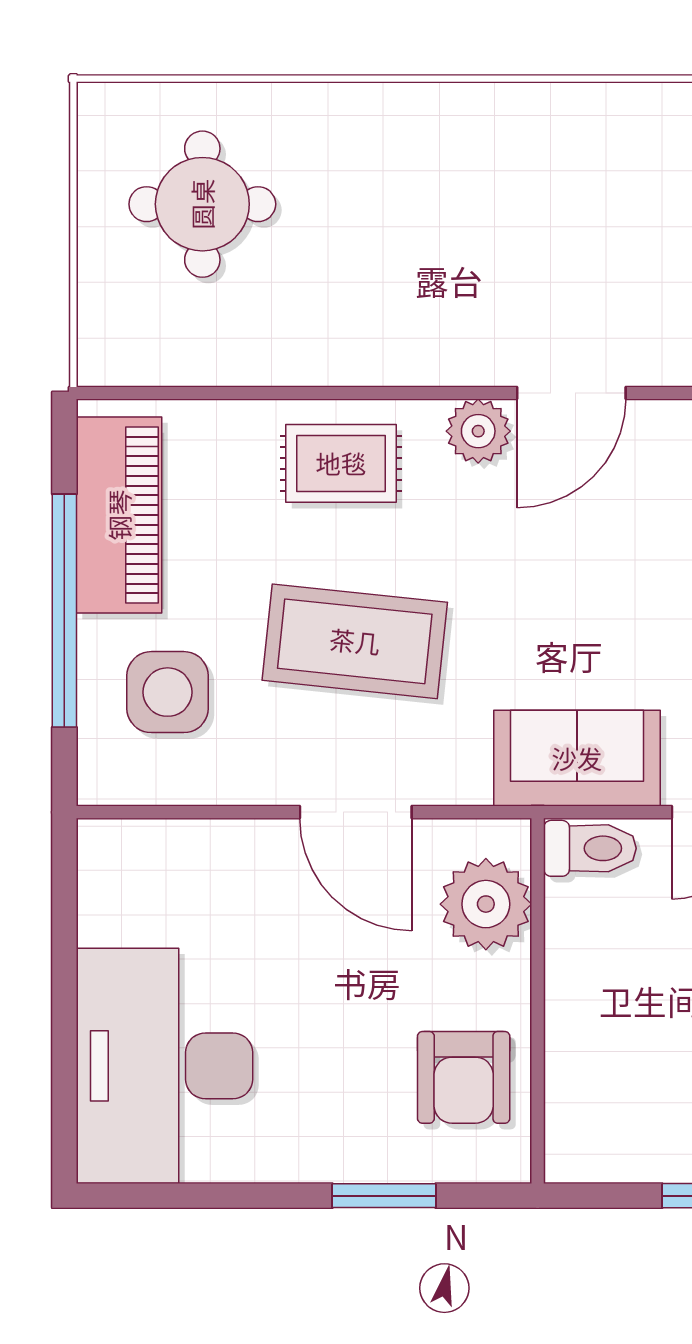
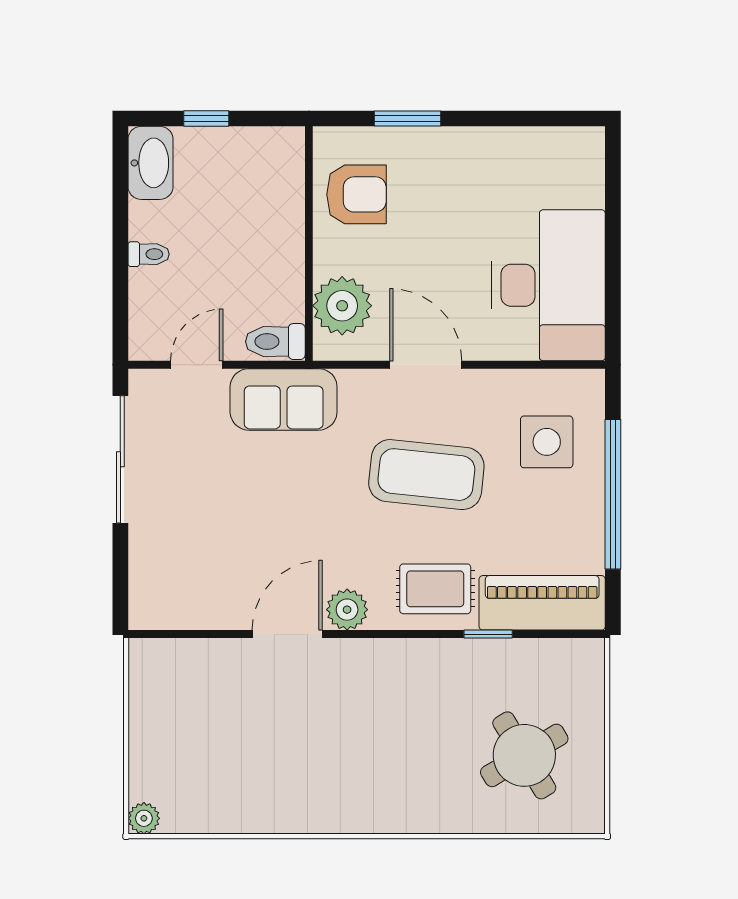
round table: (202, 204) -> (524, 755), turned -31
window: (259, 393) -> (488, 634), added
piano: (119, 515) -> (542, 603), moved, turned 90
desk: (165, 1066) -> (549, 285), moved
armchair: (464, 1077) -> (356, 194), turned 90

